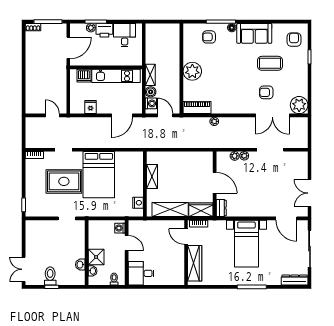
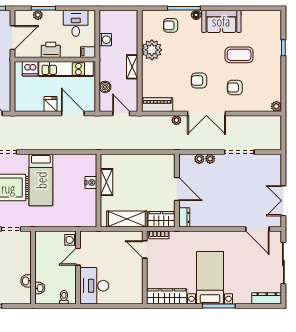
printer: (104, 30) -> (51, 50), moved, turned 180
armchair: (294, 40) -> (199, 81), moved, turned -90
filing cabinet: (135, 61) -> (88, 52), added
plant: (192, 71) -> (152, 50), moved
shelving: (150, 75) -> (132, 67), moved
washing machine: (151, 103) -> (105, 40), moved
plant: (299, 105) -> (276, 106), width x0.53, depth x0.53
fridge: (91, 107) -> (51, 104), moved
door: (122, 115) -> (73, 113), swing flipped
double door: (272, 115) -> (206, 113), moved
bed: (99, 175) -> (41, 180), width x0.67
nightstand: (138, 203) -> (91, 183), moved
door: (127, 243) -> (78, 257), swing flipped
bed with nightstands: (246, 244) -> (210, 278), moved, turned 180
shower: (96, 257) -> (44, 272), removed
wardrobe: (195, 263) -> (167, 296), moved, turned -90
desk: (141, 273) -> (94, 286), width x1.37

